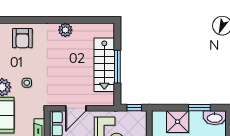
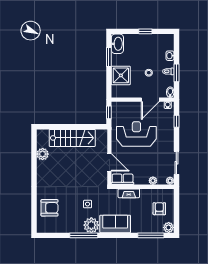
plant: (65, 30) -> (43, 154), moved
window: (117, 67) -> (74, 127), removed

